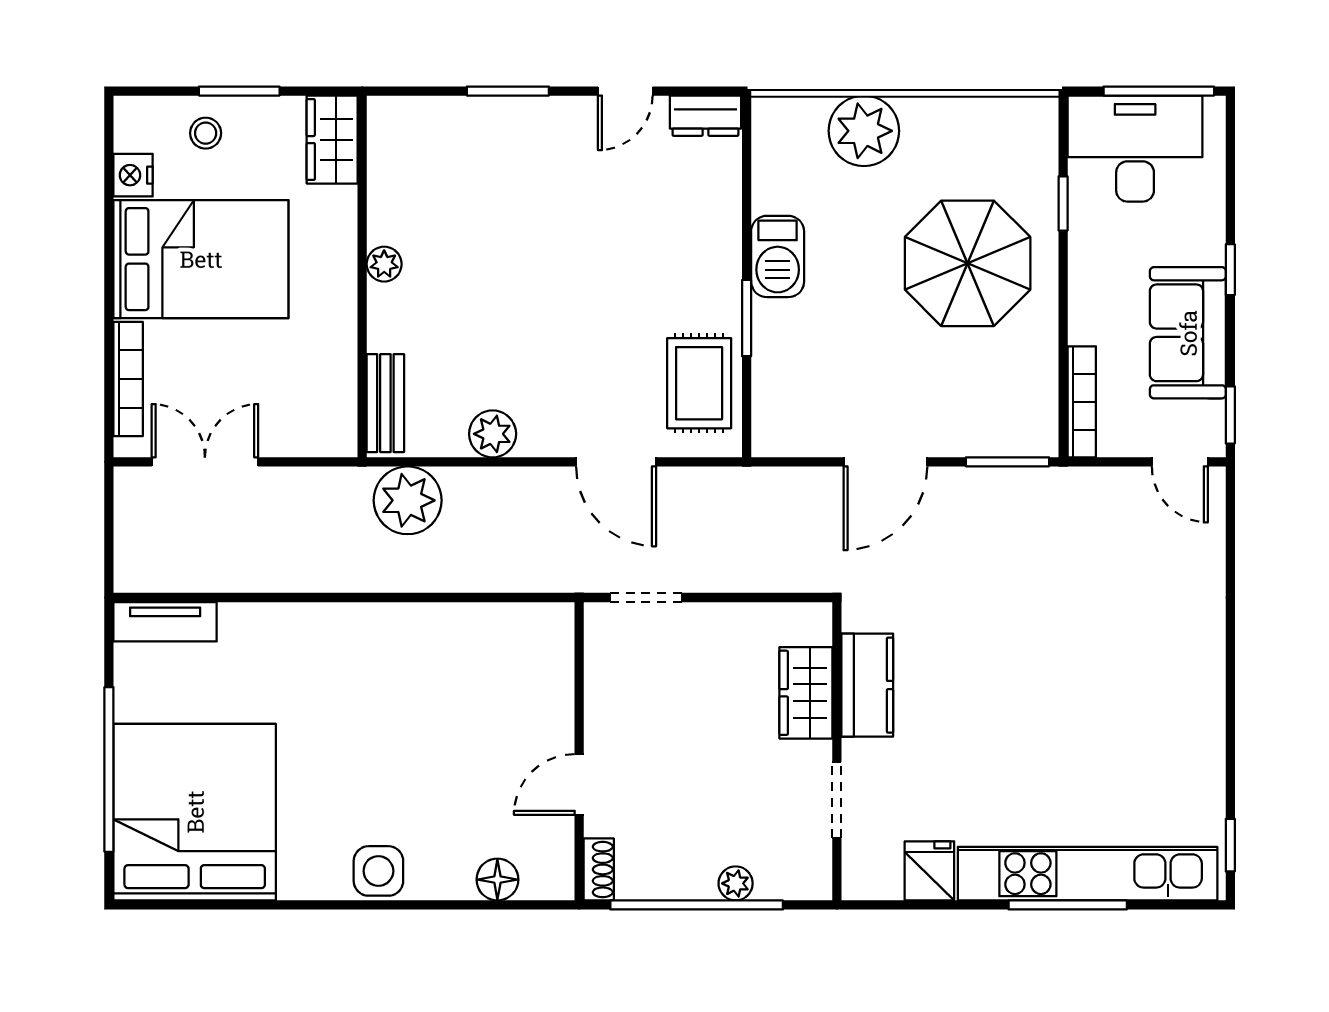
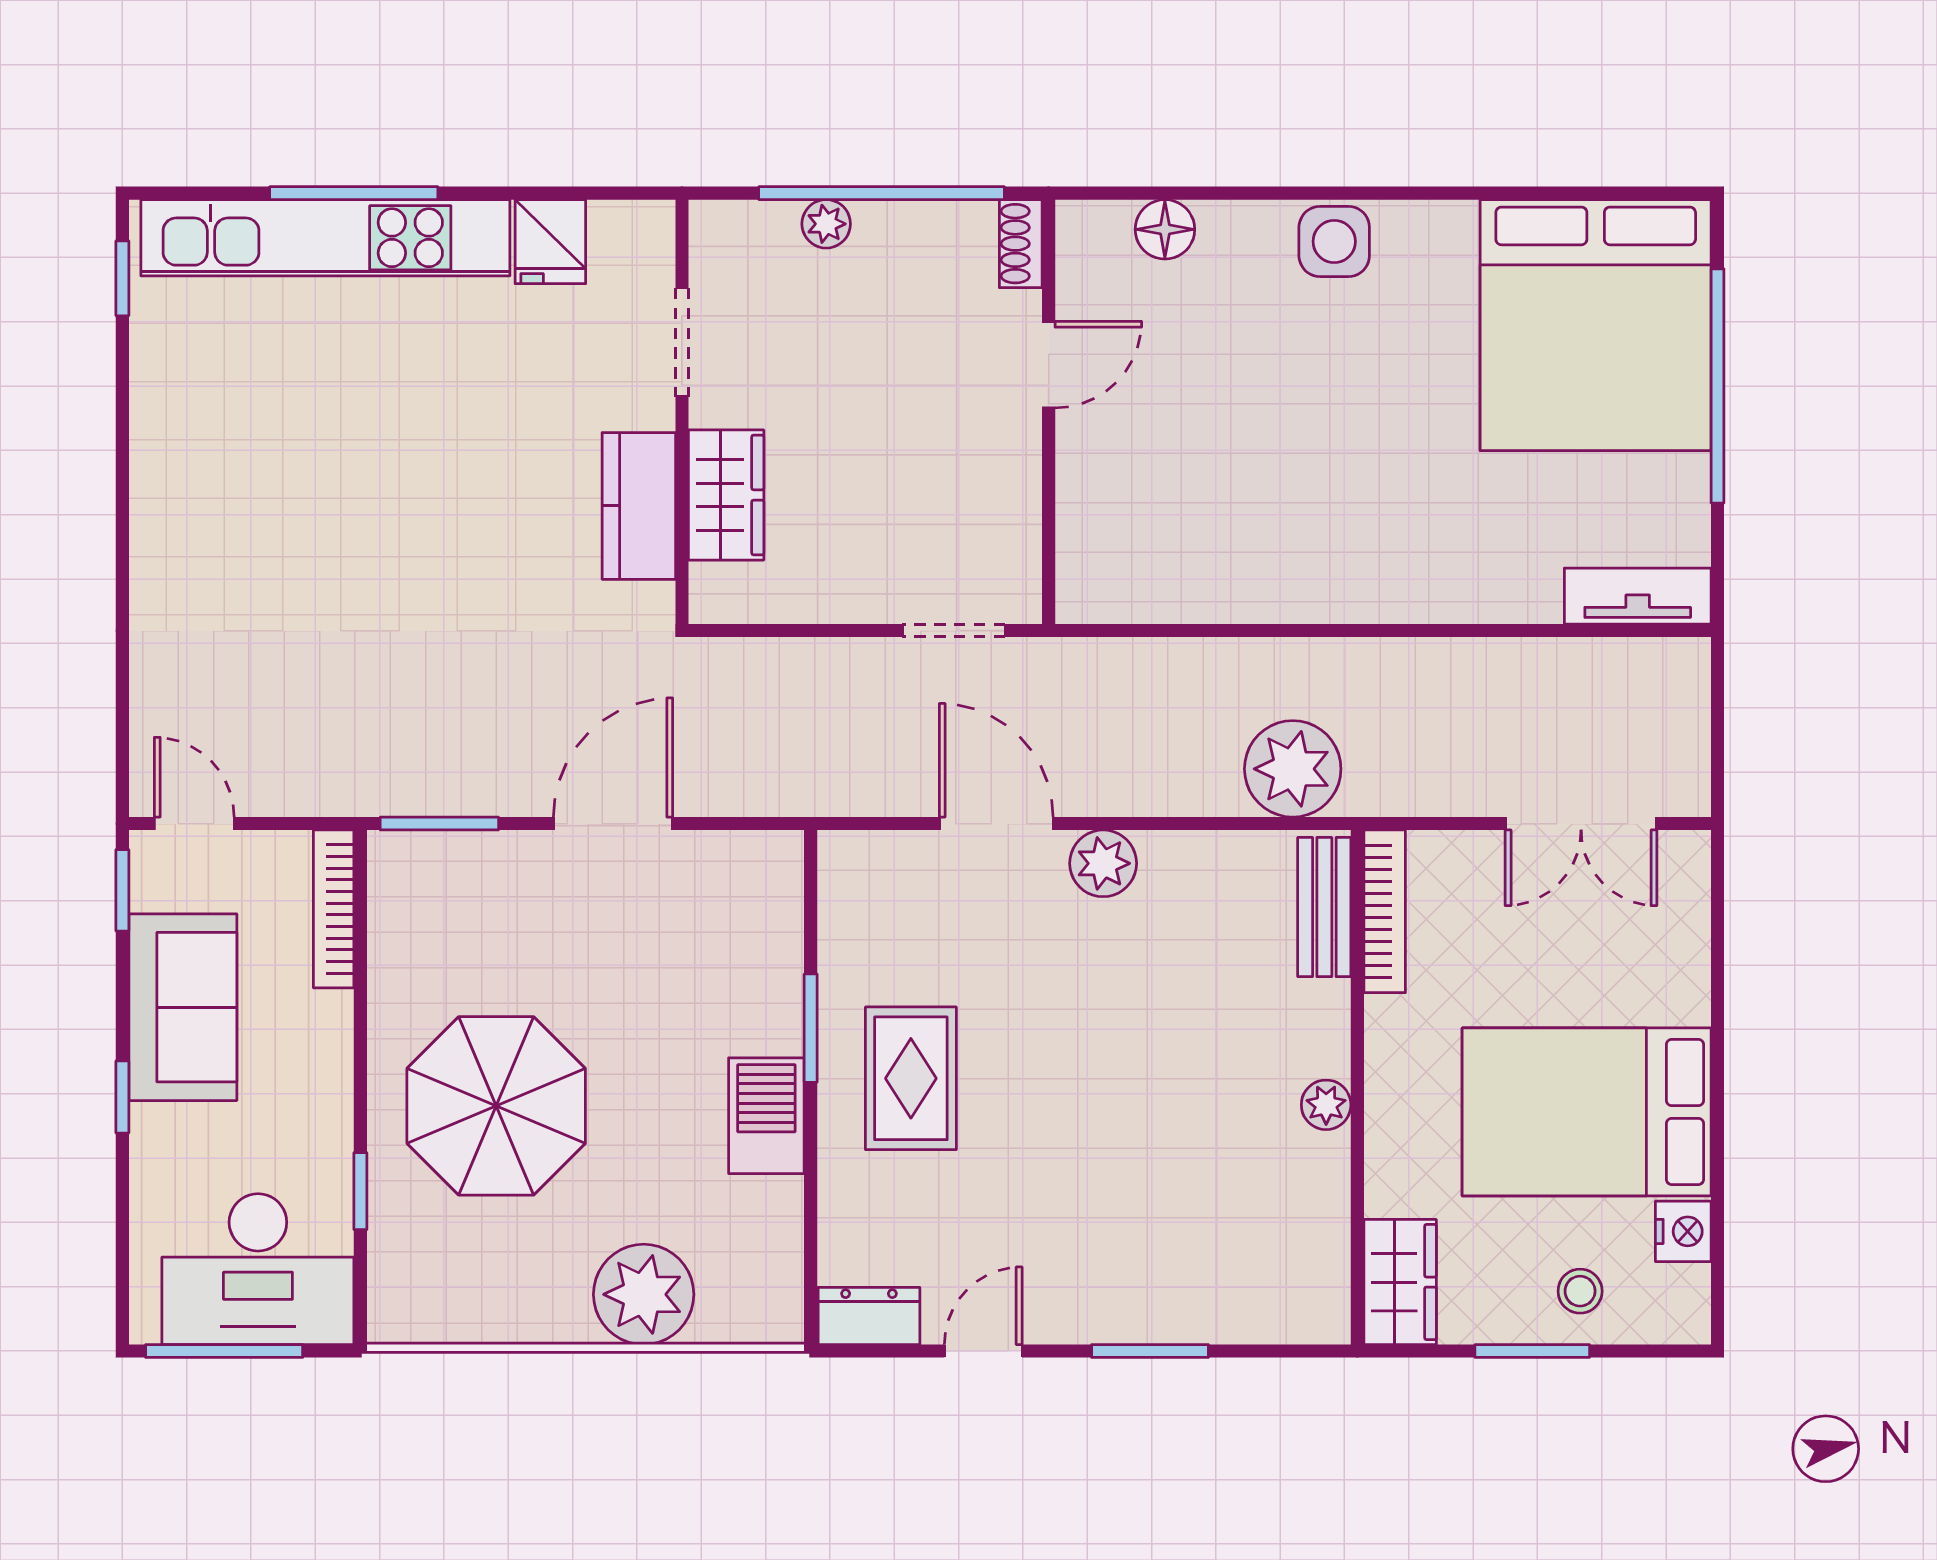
bookcase: (128, 379) -> (1385, 911), moved, turned 180
rug: (699, 383) -> (911, 1078), moved
plant: (493, 434) -> (1103, 863), moved

